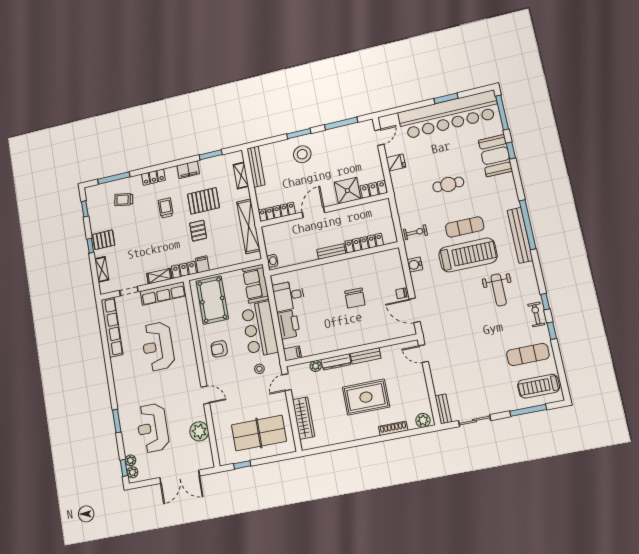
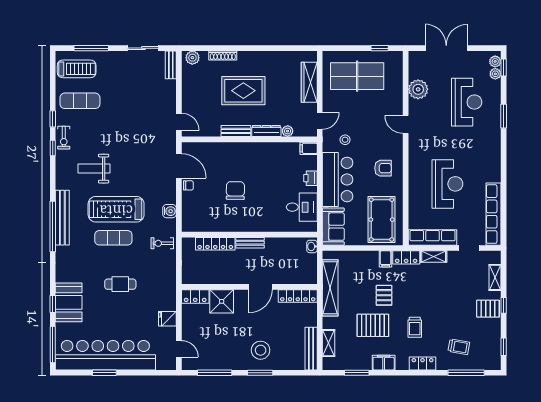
door: (379, 137) -> (179, 349), swing flipped
weight bench: (499, 290) -> (94, 169), turned -90
printer: (288, 324) -> (310, 178), width x0.53, depth x0.68

